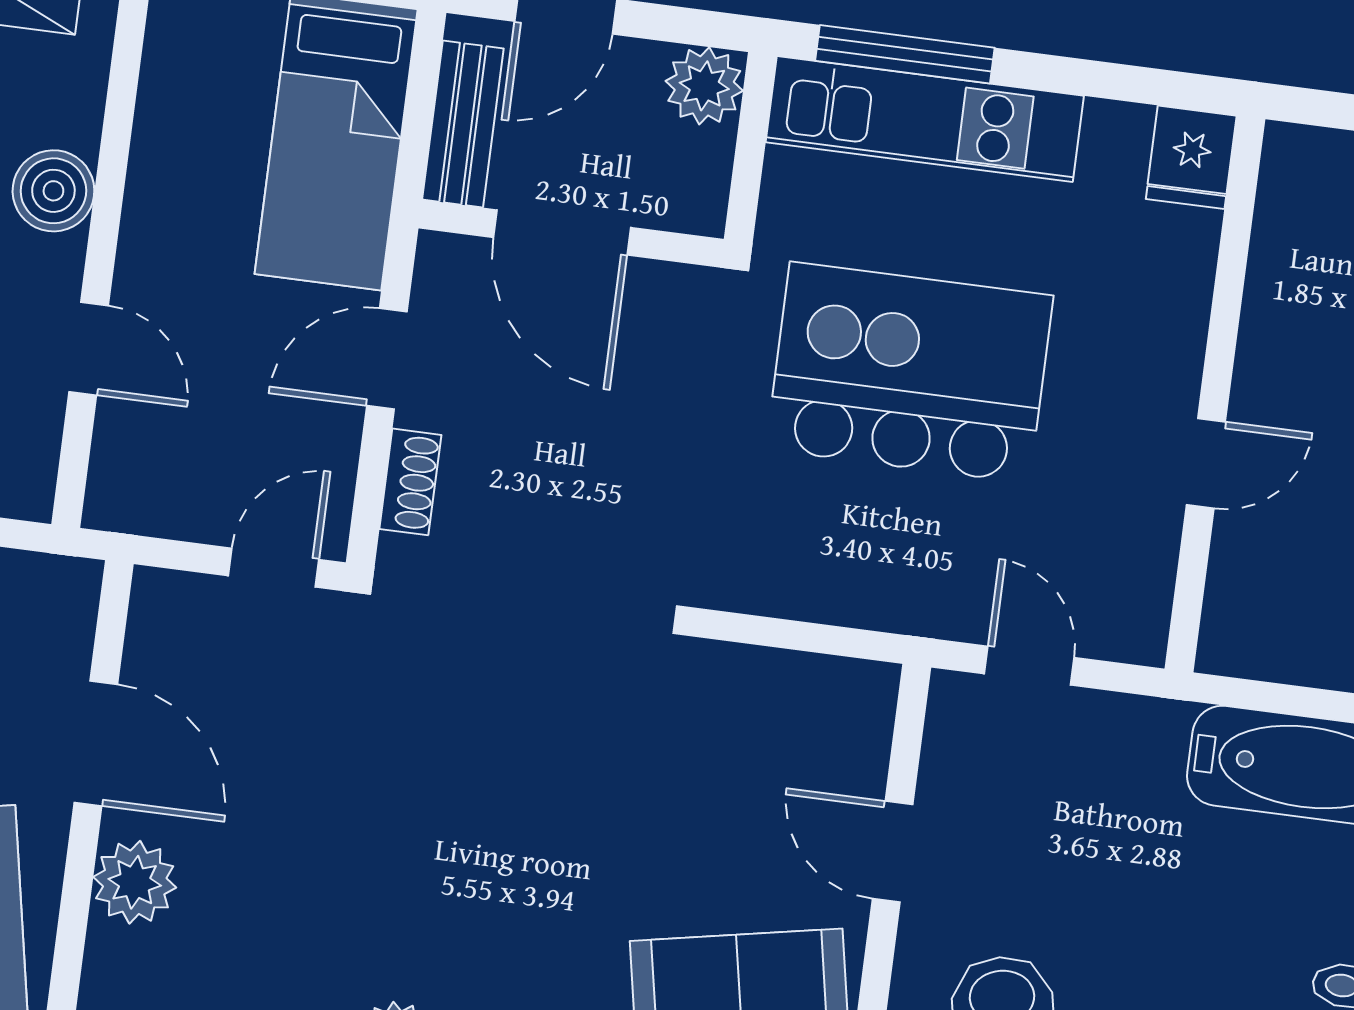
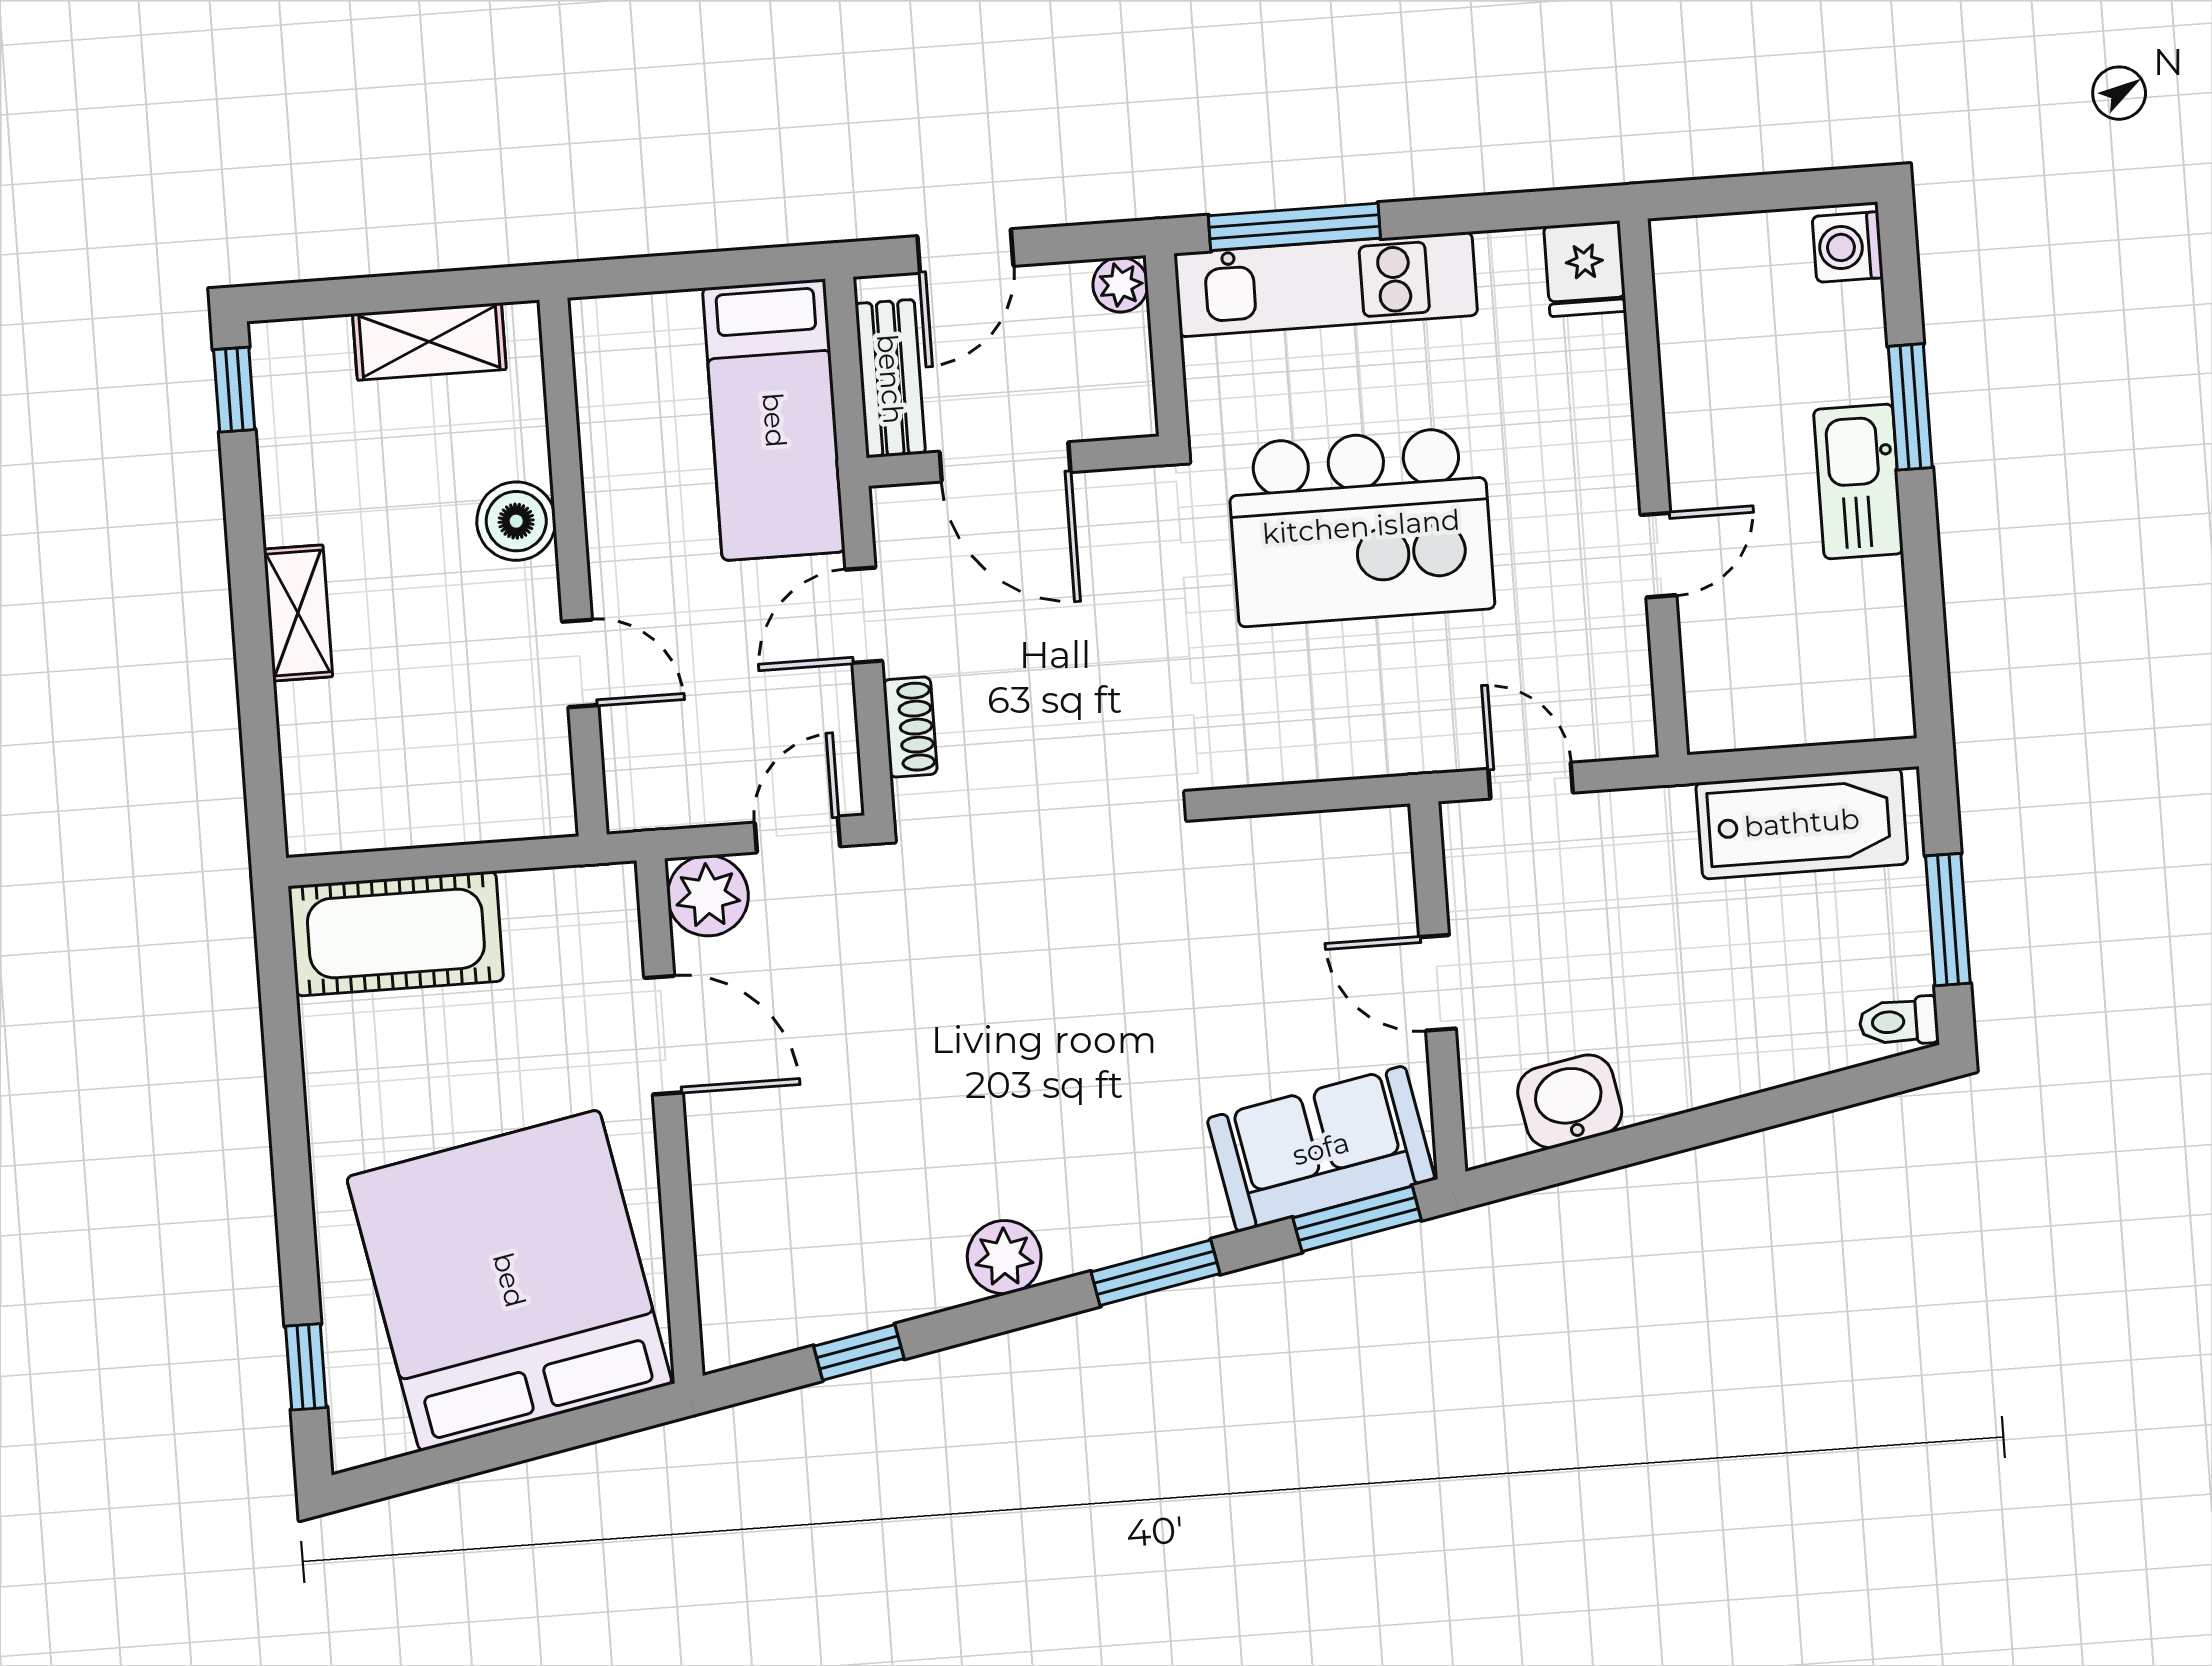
plant: (704, 86) -> (1120, 285), width x0.73, depth x0.73
kitchen island: (910, 372) -> (1361, 527), turned 180
plant: (135, 882) -> (708, 896), moved

